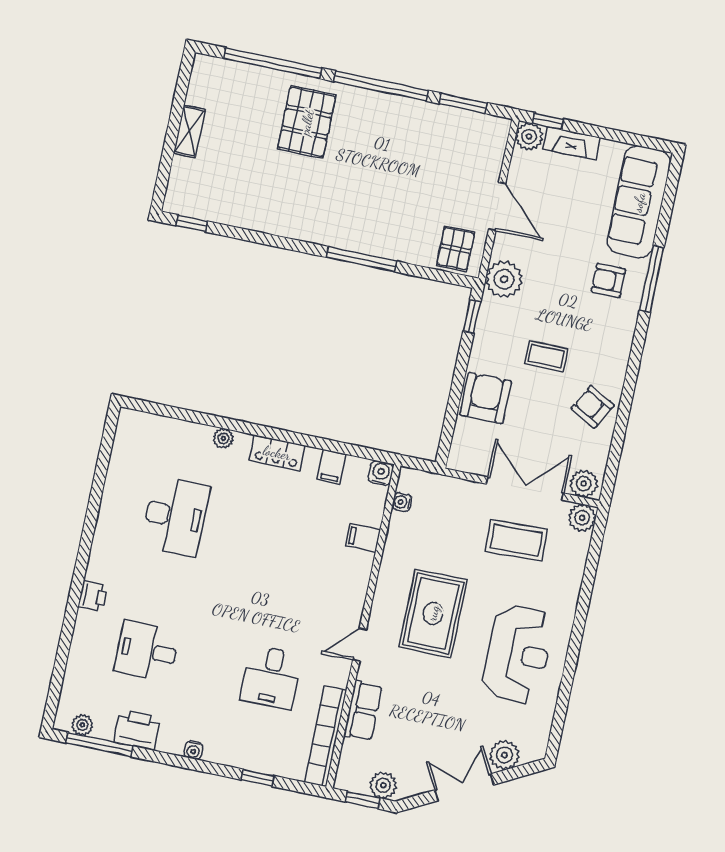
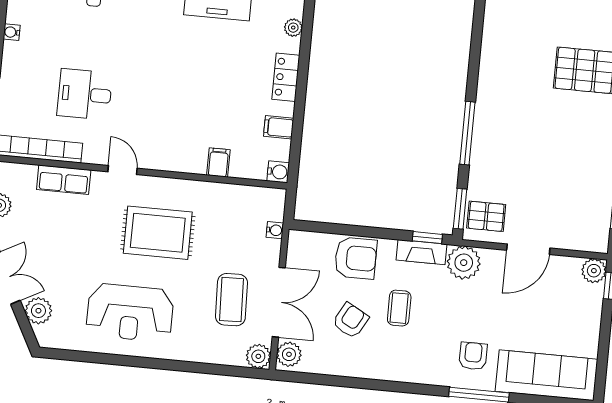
fireplace: (571, 143) -> (422, 252), moved, turned -90
window: (444, 277) -> (460, 209), added
armchair: (593, 407) -> (351, 320), moved
water cooler: (402, 502) -> (275, 230), moved, turned 90

